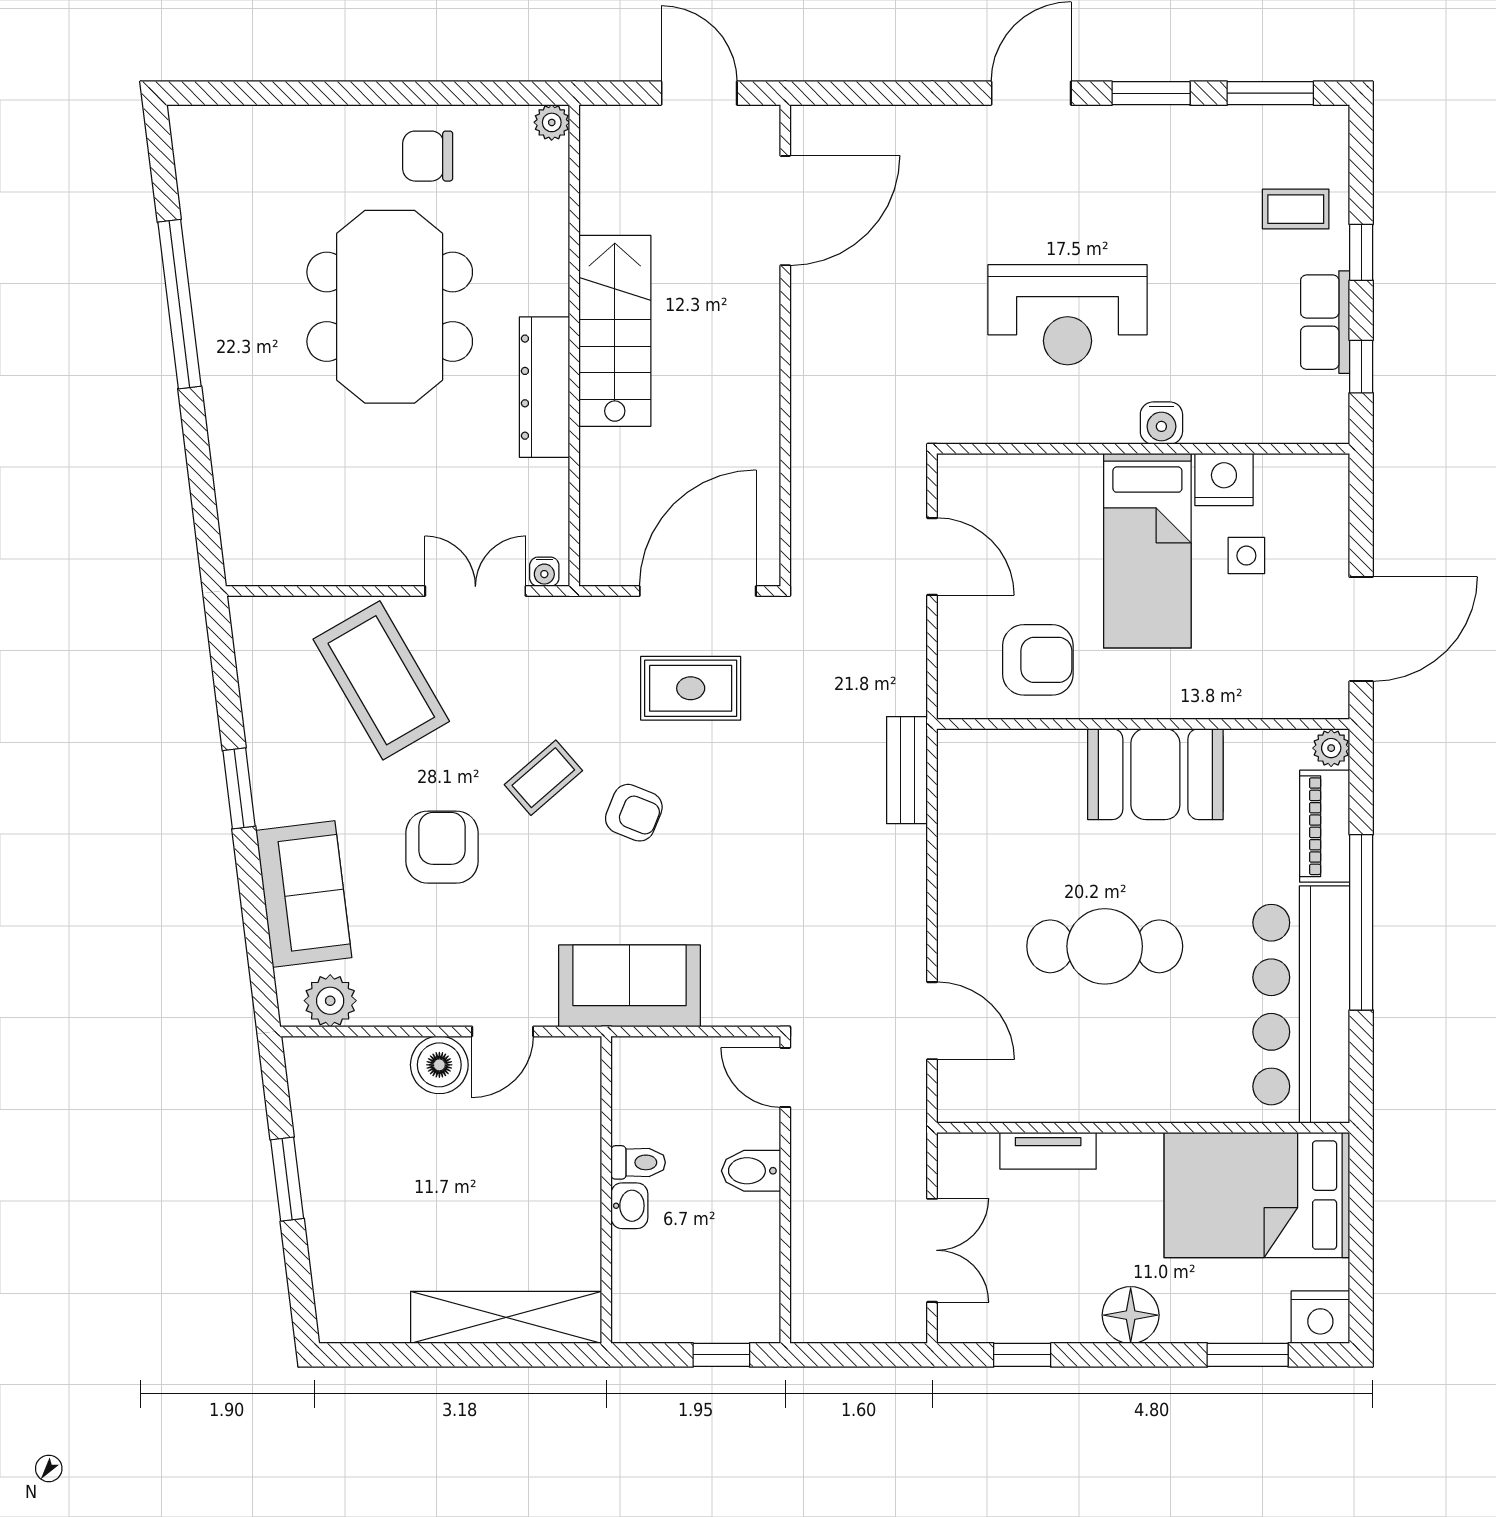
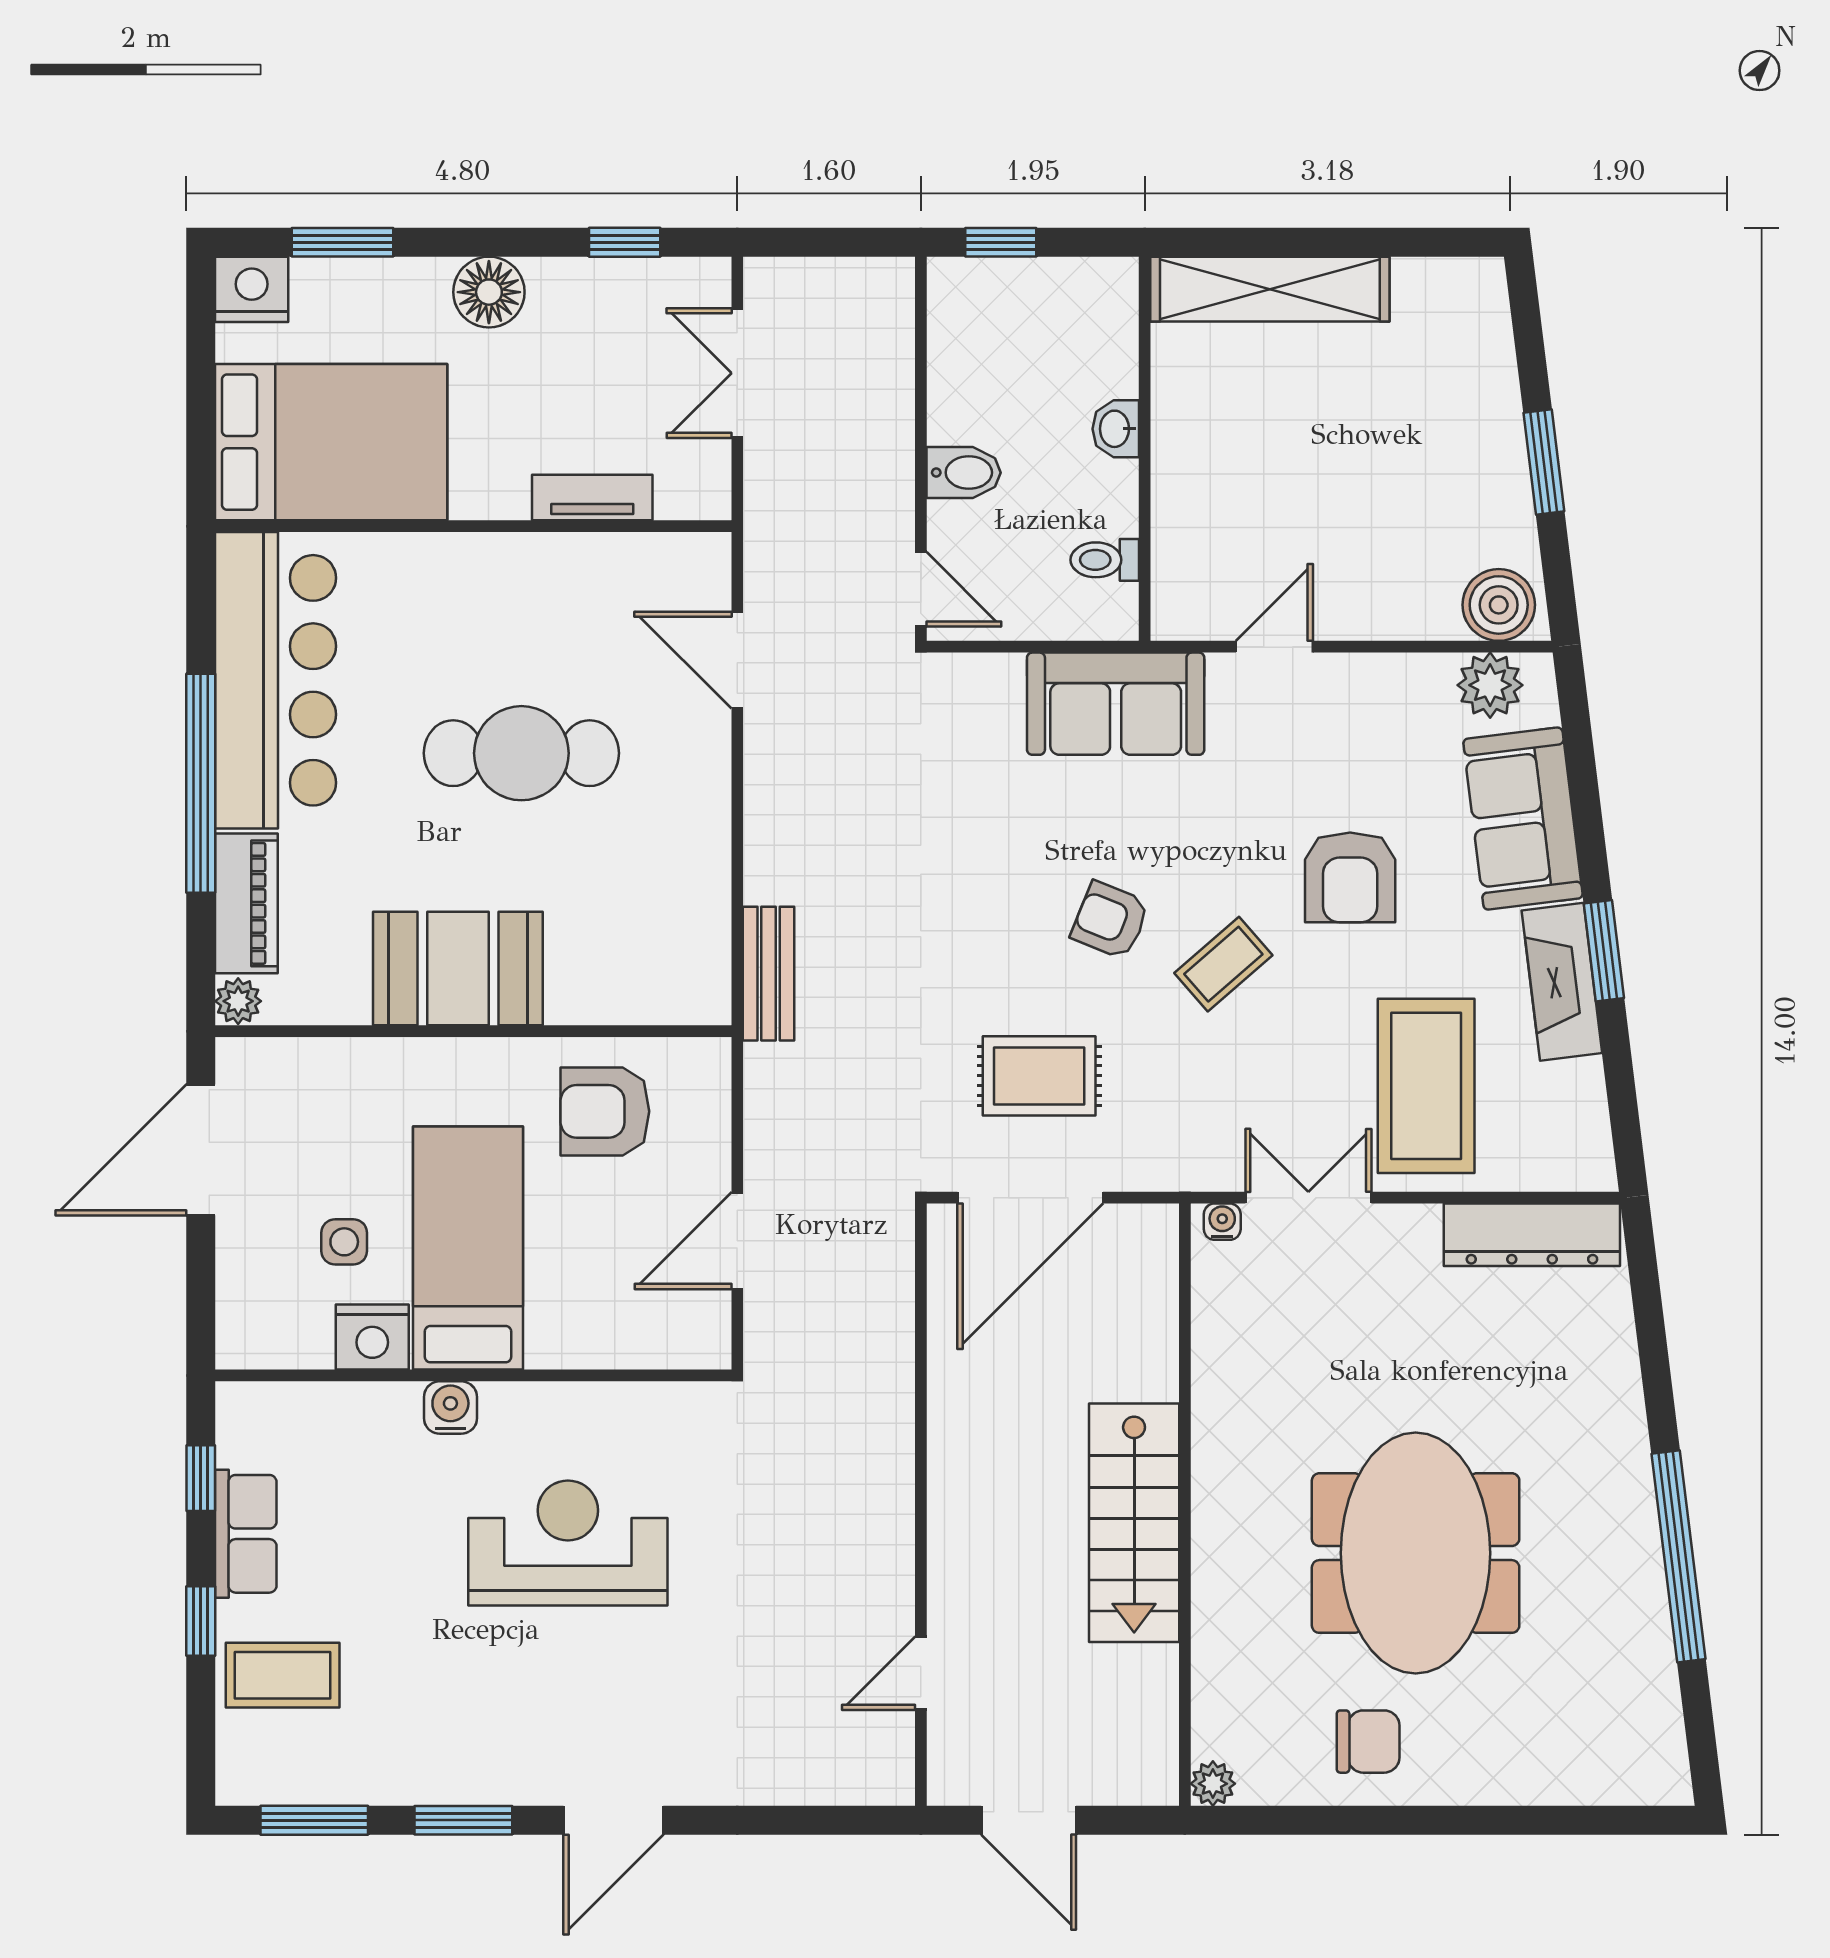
coffee table: (1296, 209) -> (283, 1675), width x1.36, depth x1.30
door: (785, 211) -> (921, 1673), width x0.53
dresser: (545, 387) -> (1532, 1235), moved, turned 90
door: (932, 557) -> (737, 1241), hinge flipped
double door: (475, 591) -> (1308, 1198), swing flipped
coffee table: (381, 680) -> (1426, 1086), turned 30
fireplace: (273, 764) -> (1562, 982), added
boiler: (439, 1065) -> (1499, 605), moved
toilet: (638, 1162) -> (1105, 560), moved

